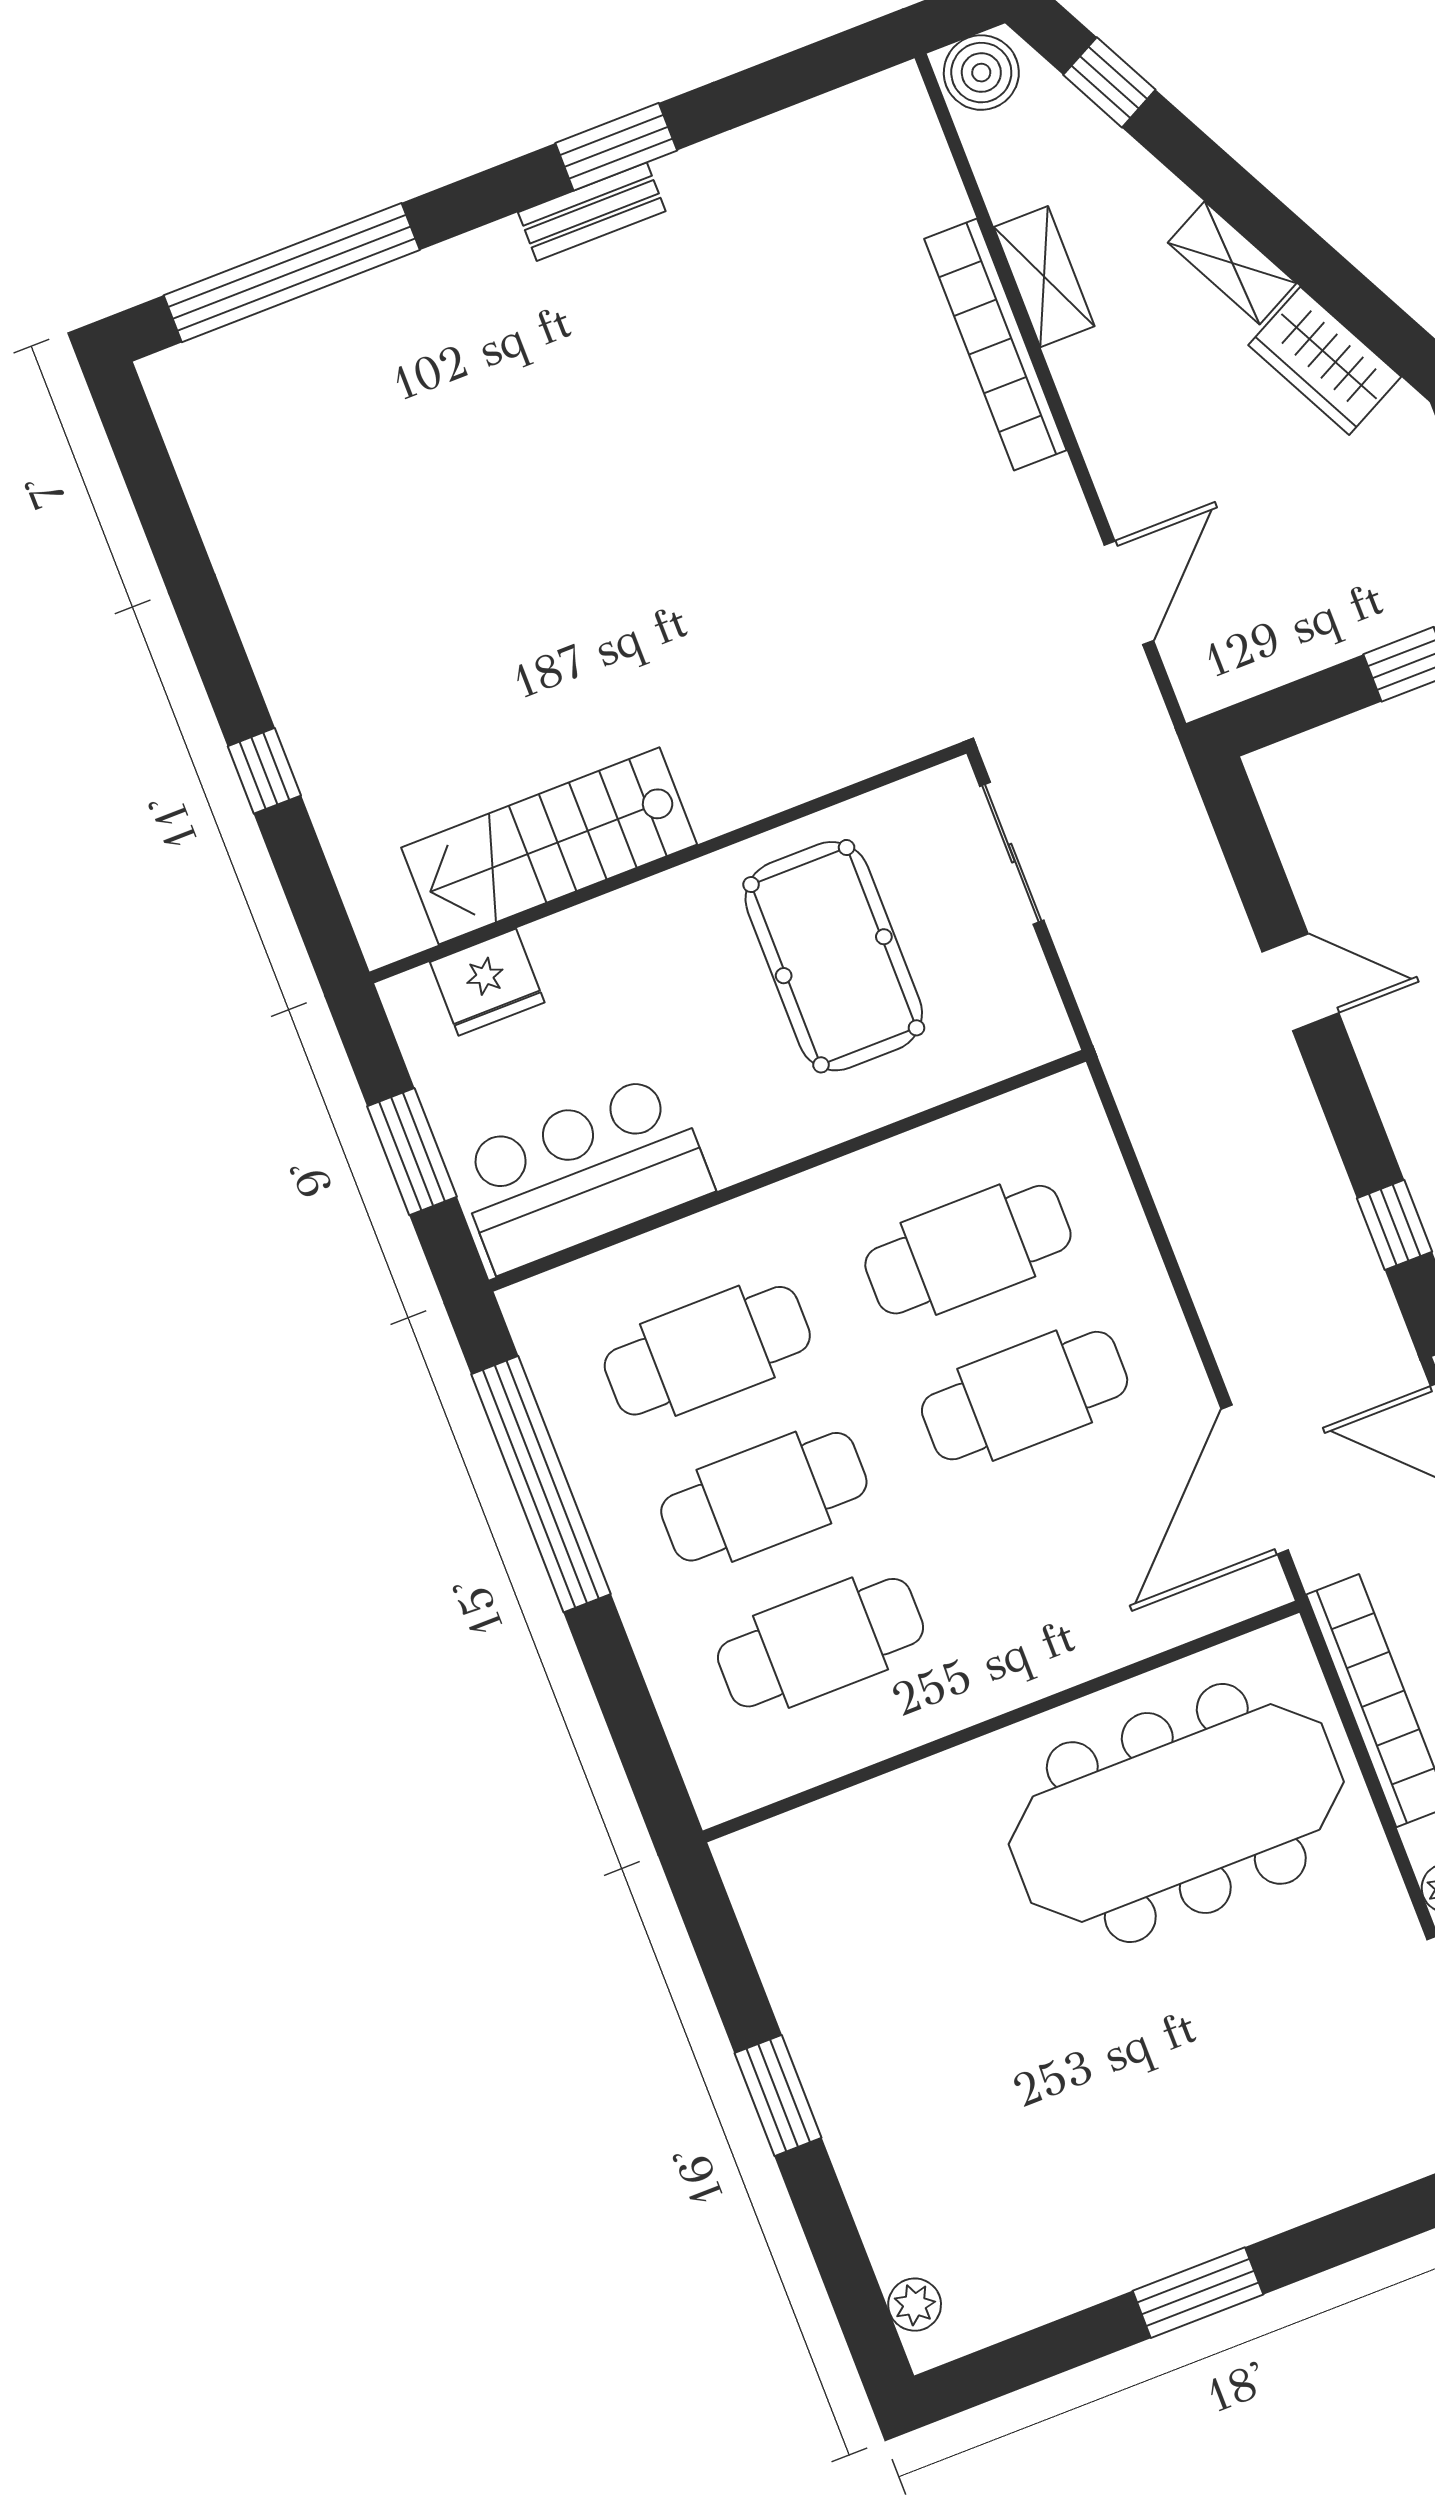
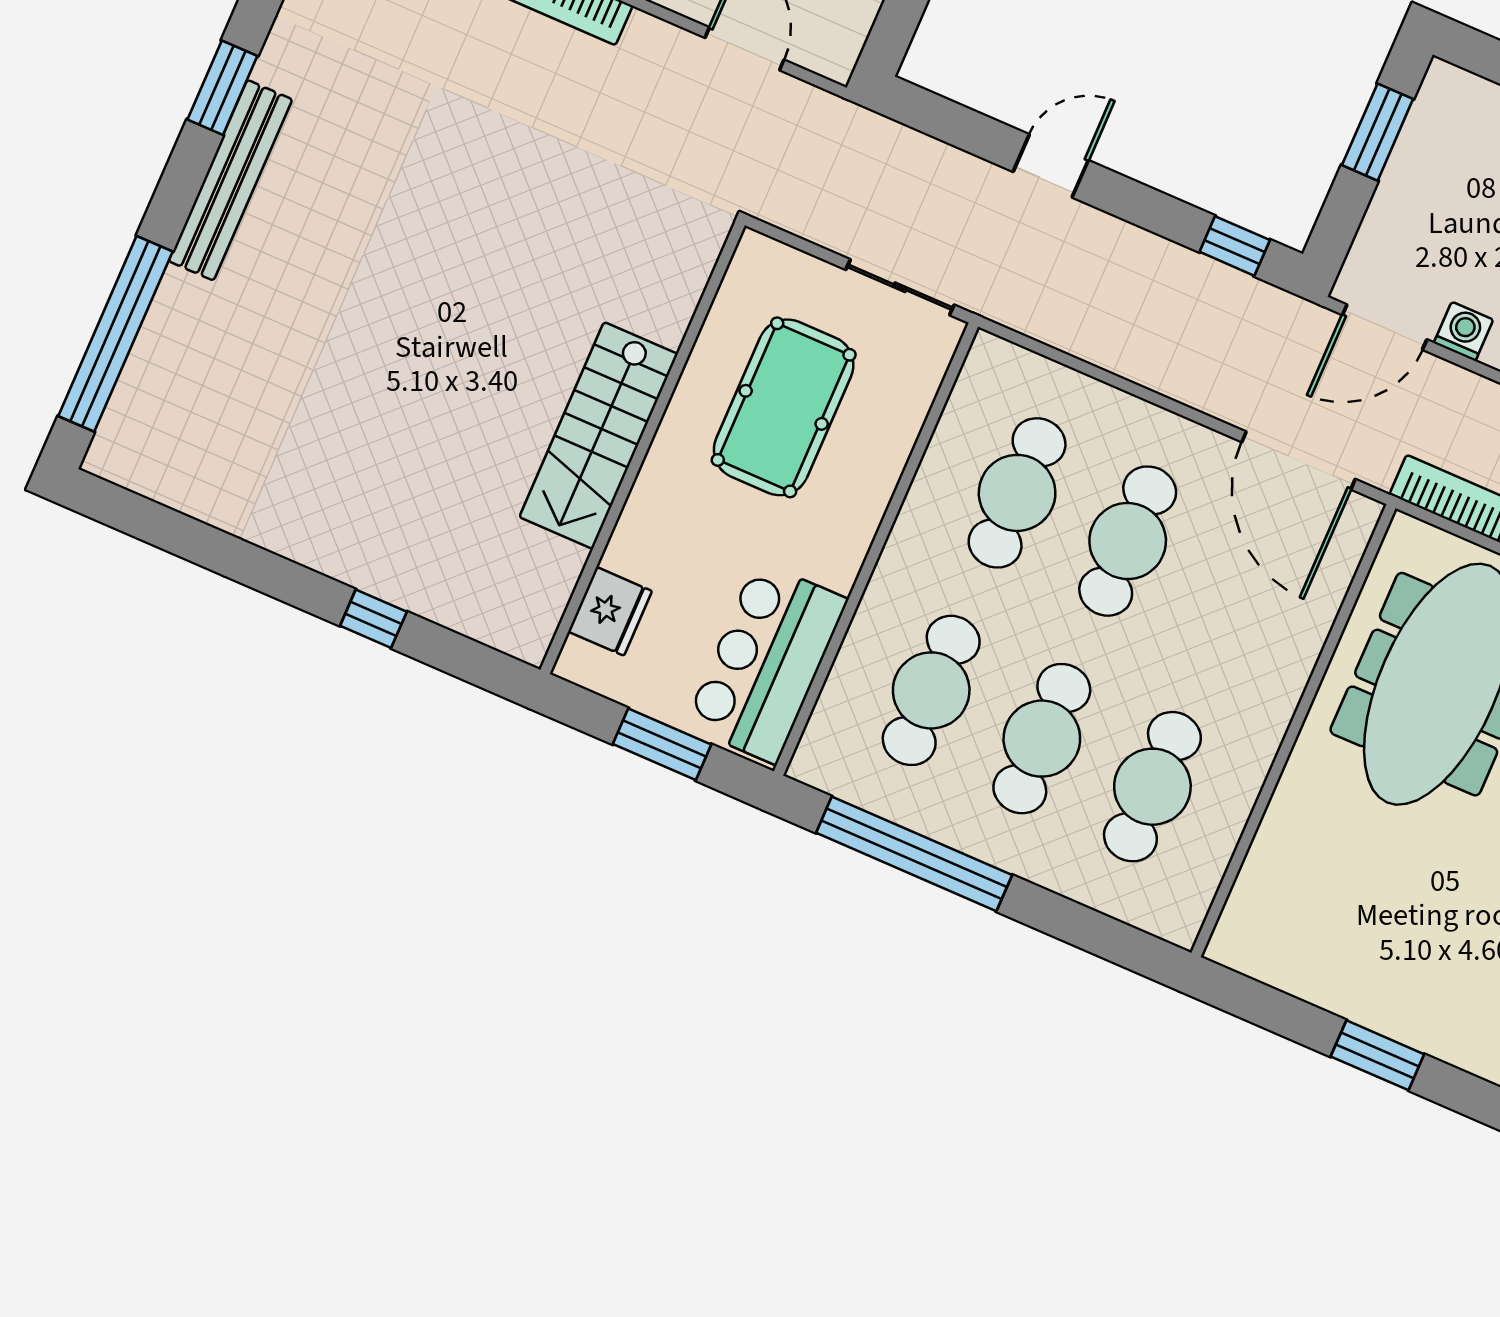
bench: (592, 212) -> (230, 180), width x1.86, depth x1.21
stairs: (549, 846) -> (599, 435), moved
sliding door: (1012, 853) -> (900, 287), moved
pool table: (834, 956) -> (784, 407), turned 90

